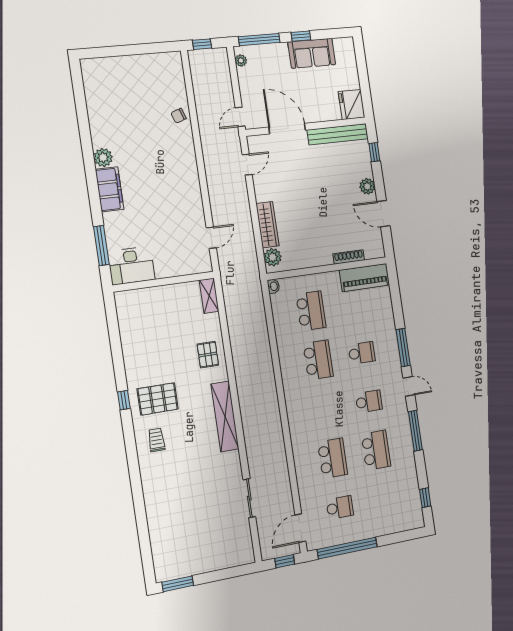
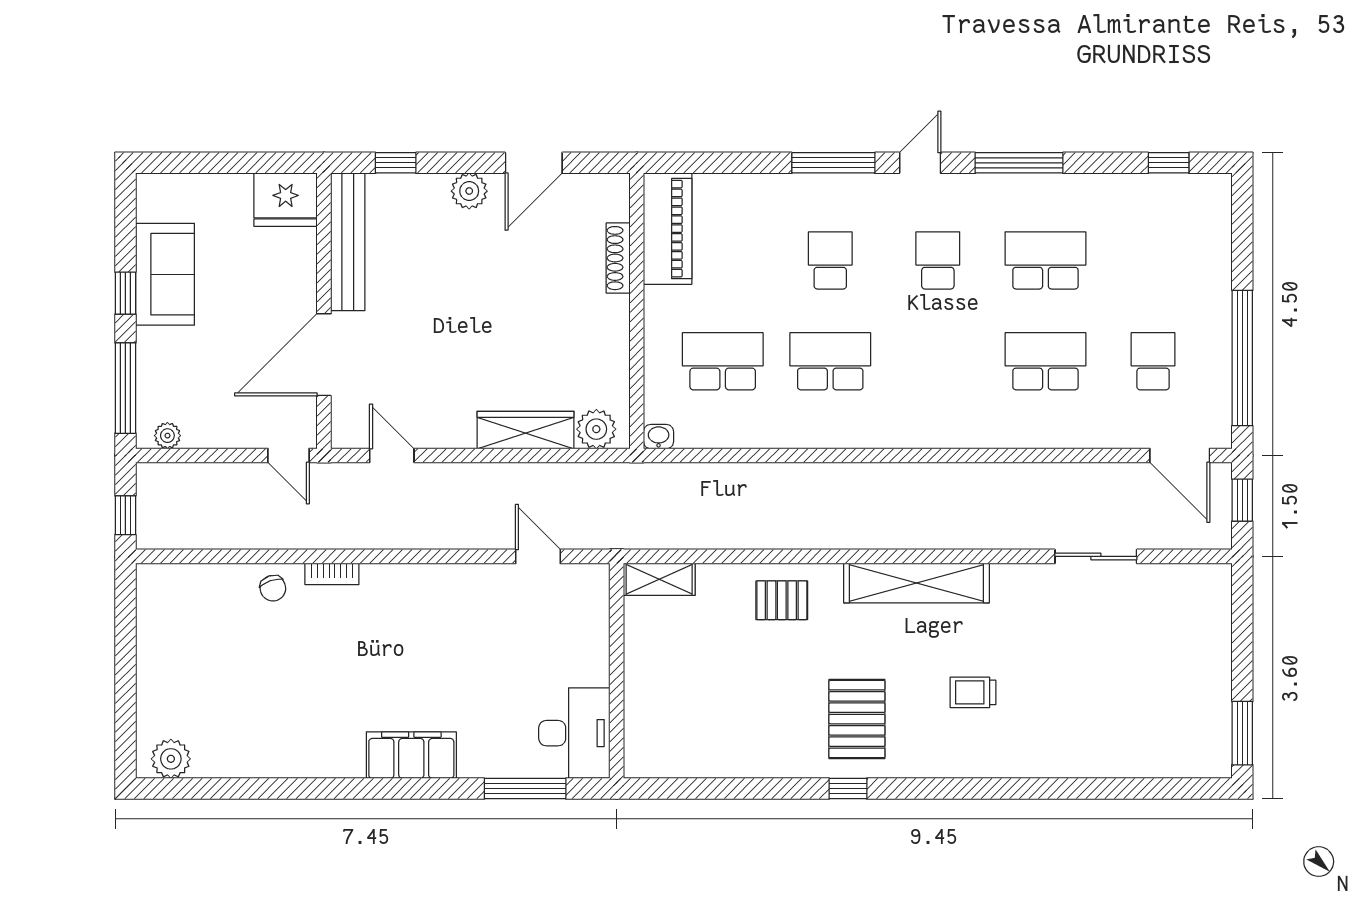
bookcase: (189, 143) -> (332, 574), added
plant: (103, 157) -> (171, 759), moved
trolley: (156, 440) -> (973, 692), moved

